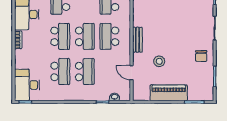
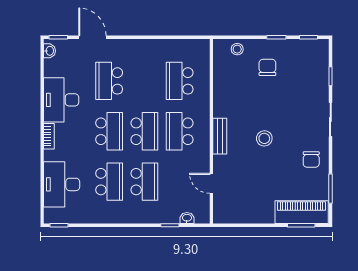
stool: (159, 61) -> (264, 138), moved
desk: (27, 85) -> (62, 184), moved
piano: (169, 93) -> (302, 212), moved

